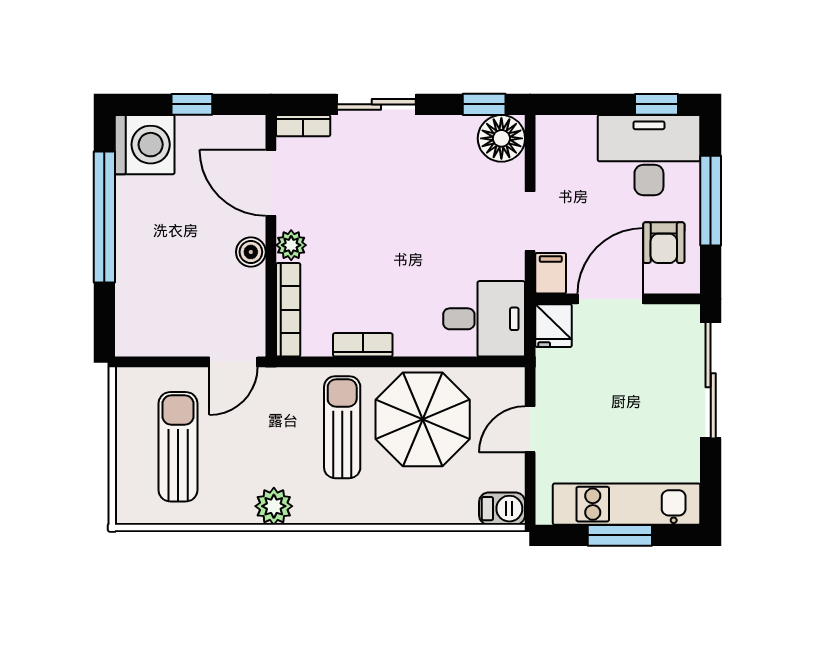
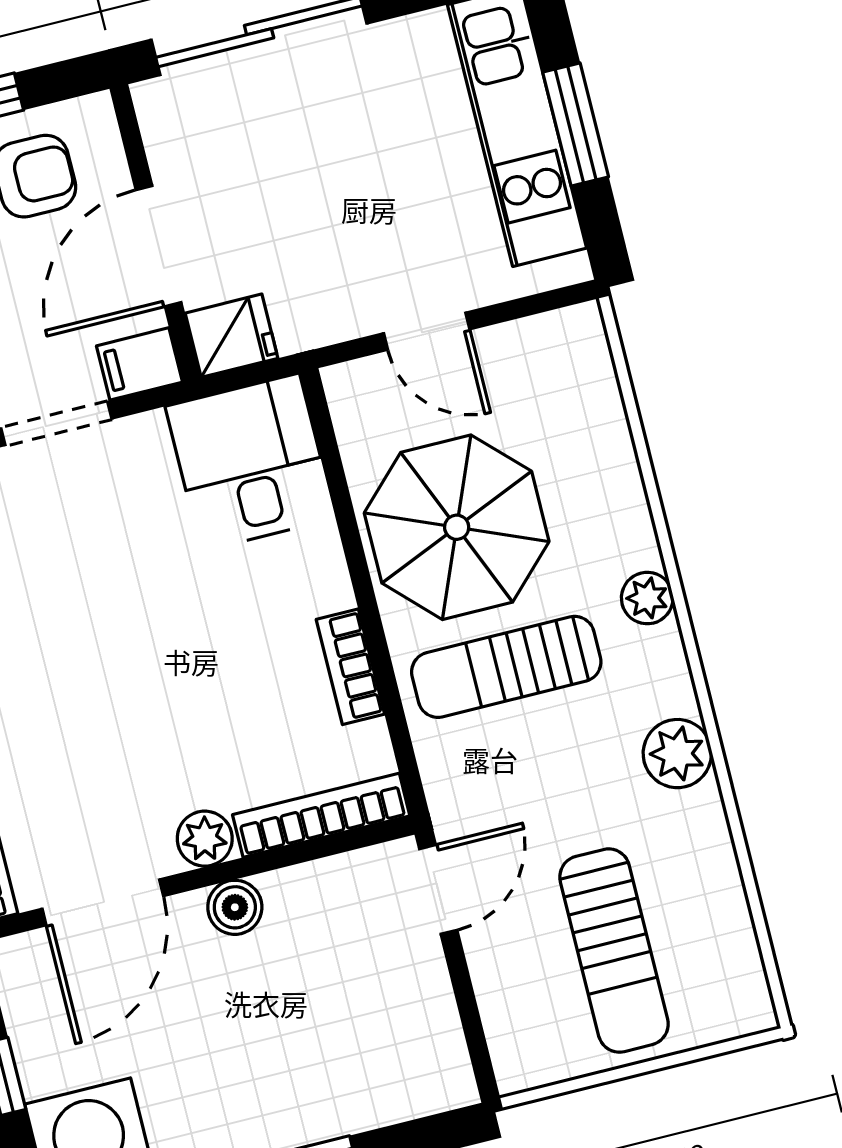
door: (610, 299) -> (159, 246), hinge flipped
door: (233, 362) -> (438, 889), hinge flipped
sun lounger: (178, 447) -> (614, 951), turned -90
barbecue: (502, 509) -> (580, 346), removed
plant: (360, 511) -> (647, 598), added

